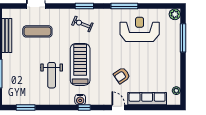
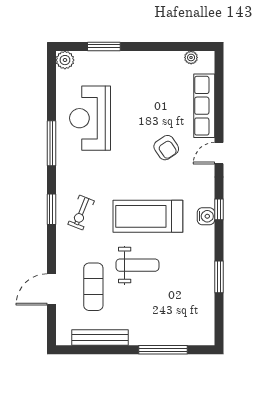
window: (183, 38) -> (104, 46), width x0.69
weight bench: (52, 75) -> (137, 265), moved
window: (26, 107) -> (219, 277), moved

